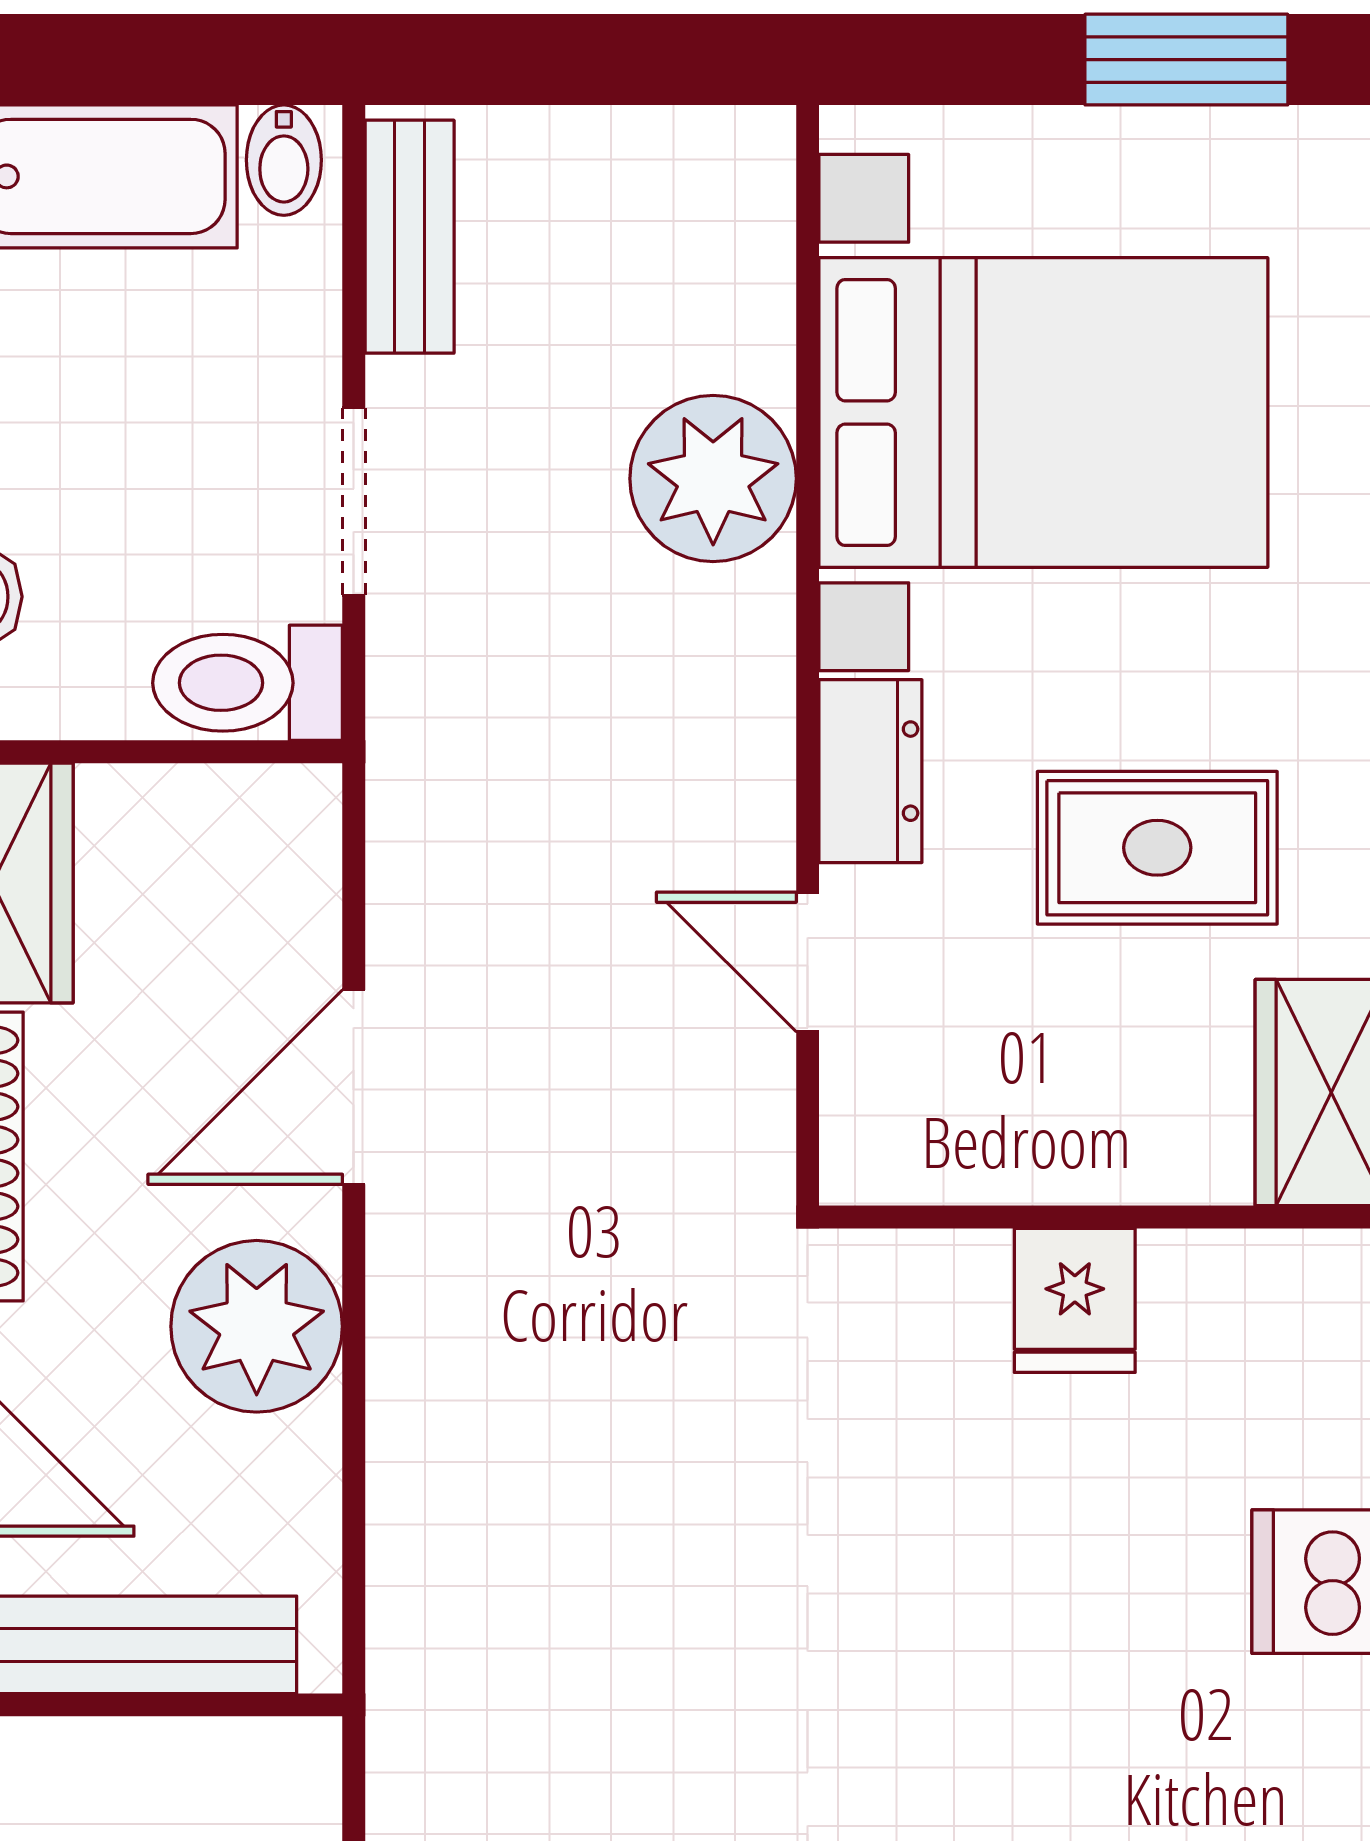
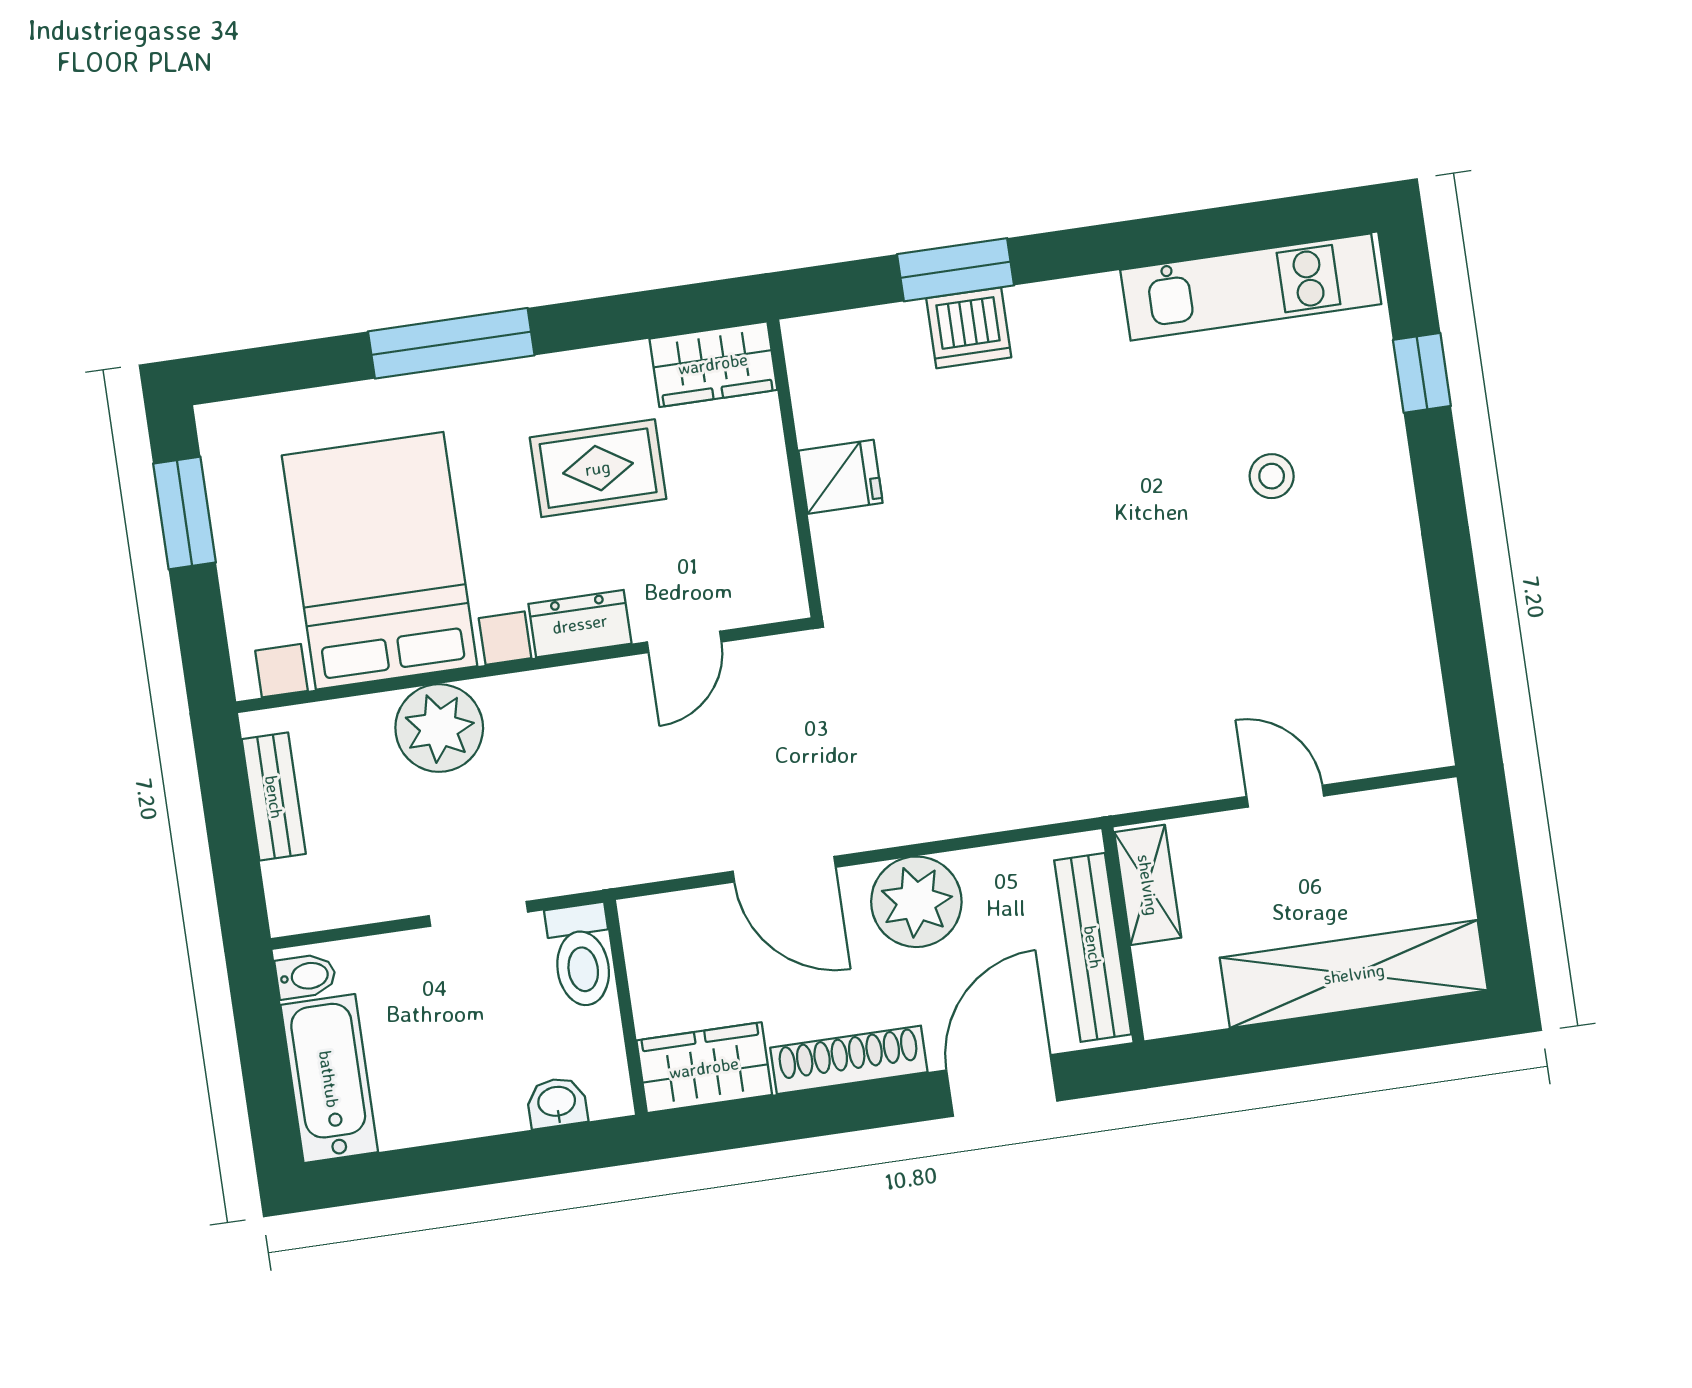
bench: (410, 237) -> (274, 797), moved, turned 90
rug: (1157, 848) -> (598, 468), turned 90
shelving: (225, 1765) -> (1148, 885), added

